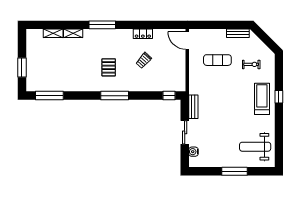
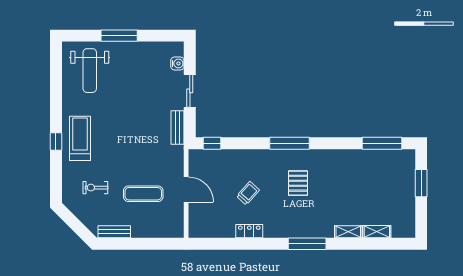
door: (187, 41) -> (186, 190), moved
treadmill: (262, 99) -> (80, 138), turned 180
weight bench: (255, 147) -> (90, 71), turned 90

